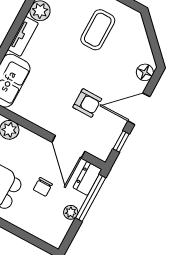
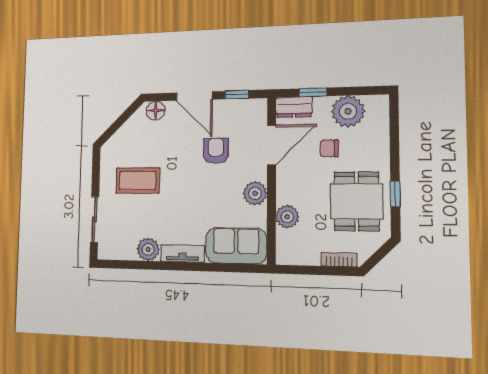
plant: (39, 115) -> (255, 193), added
chair: (43, 187) -> (329, 148), turned 180
window: (91, 198) -> (313, 92), width x0.46
plant: (71, 212) -> (348, 111), width x1.88, depth x1.88

